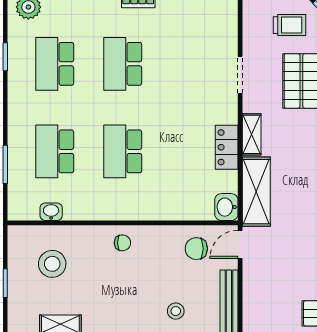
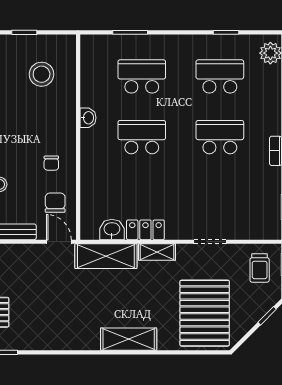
trolley: (289, 25) -> (260, 268), moved
washbasin: (226, 207) -> (112, 230), moved
washbasin: (51, 212) -> (88, 118), moved
chair: (122, 243) -> (51, 163), moved

